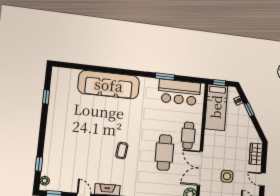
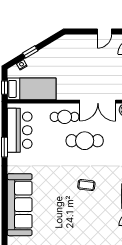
wardrobe: (256, 154) -> (78, 41), removed
side table: (227, 176) -> (104, 71), removed

